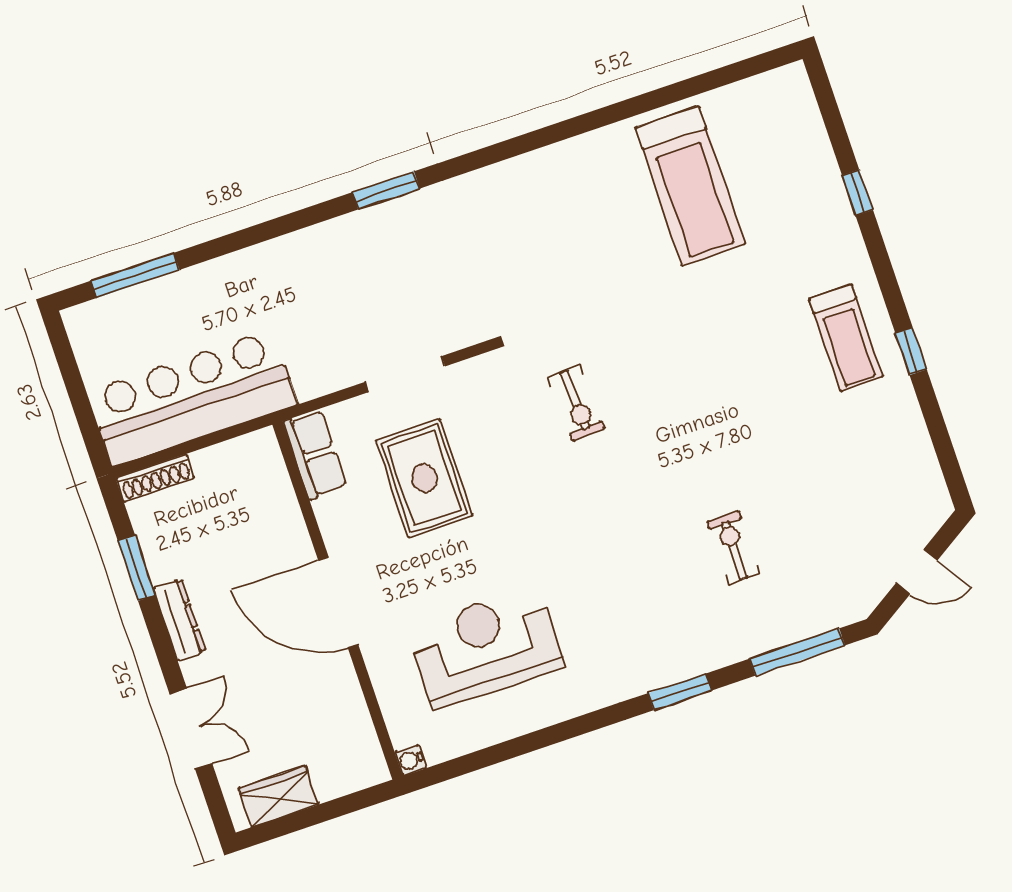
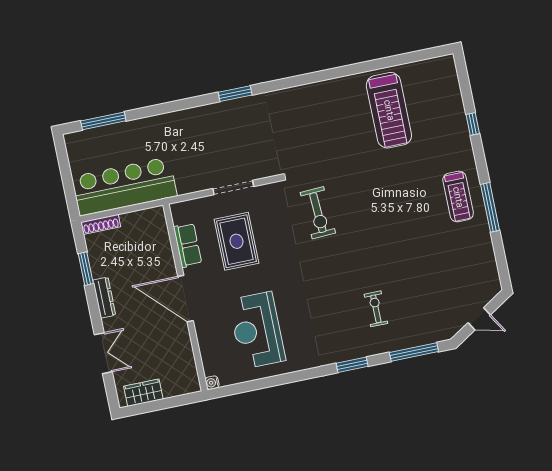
window: (911, 351) -> (490, 207), width x2.17
exercise bike: (576, 403) -> (318, 213), width x1.38, depth x1.39
row of seats: (315, 454) -> (188, 245), moved
exercise bike: (734, 548) -> (376, 309), moved
reception desk: (486, 647) -> (257, 330), turned -90

